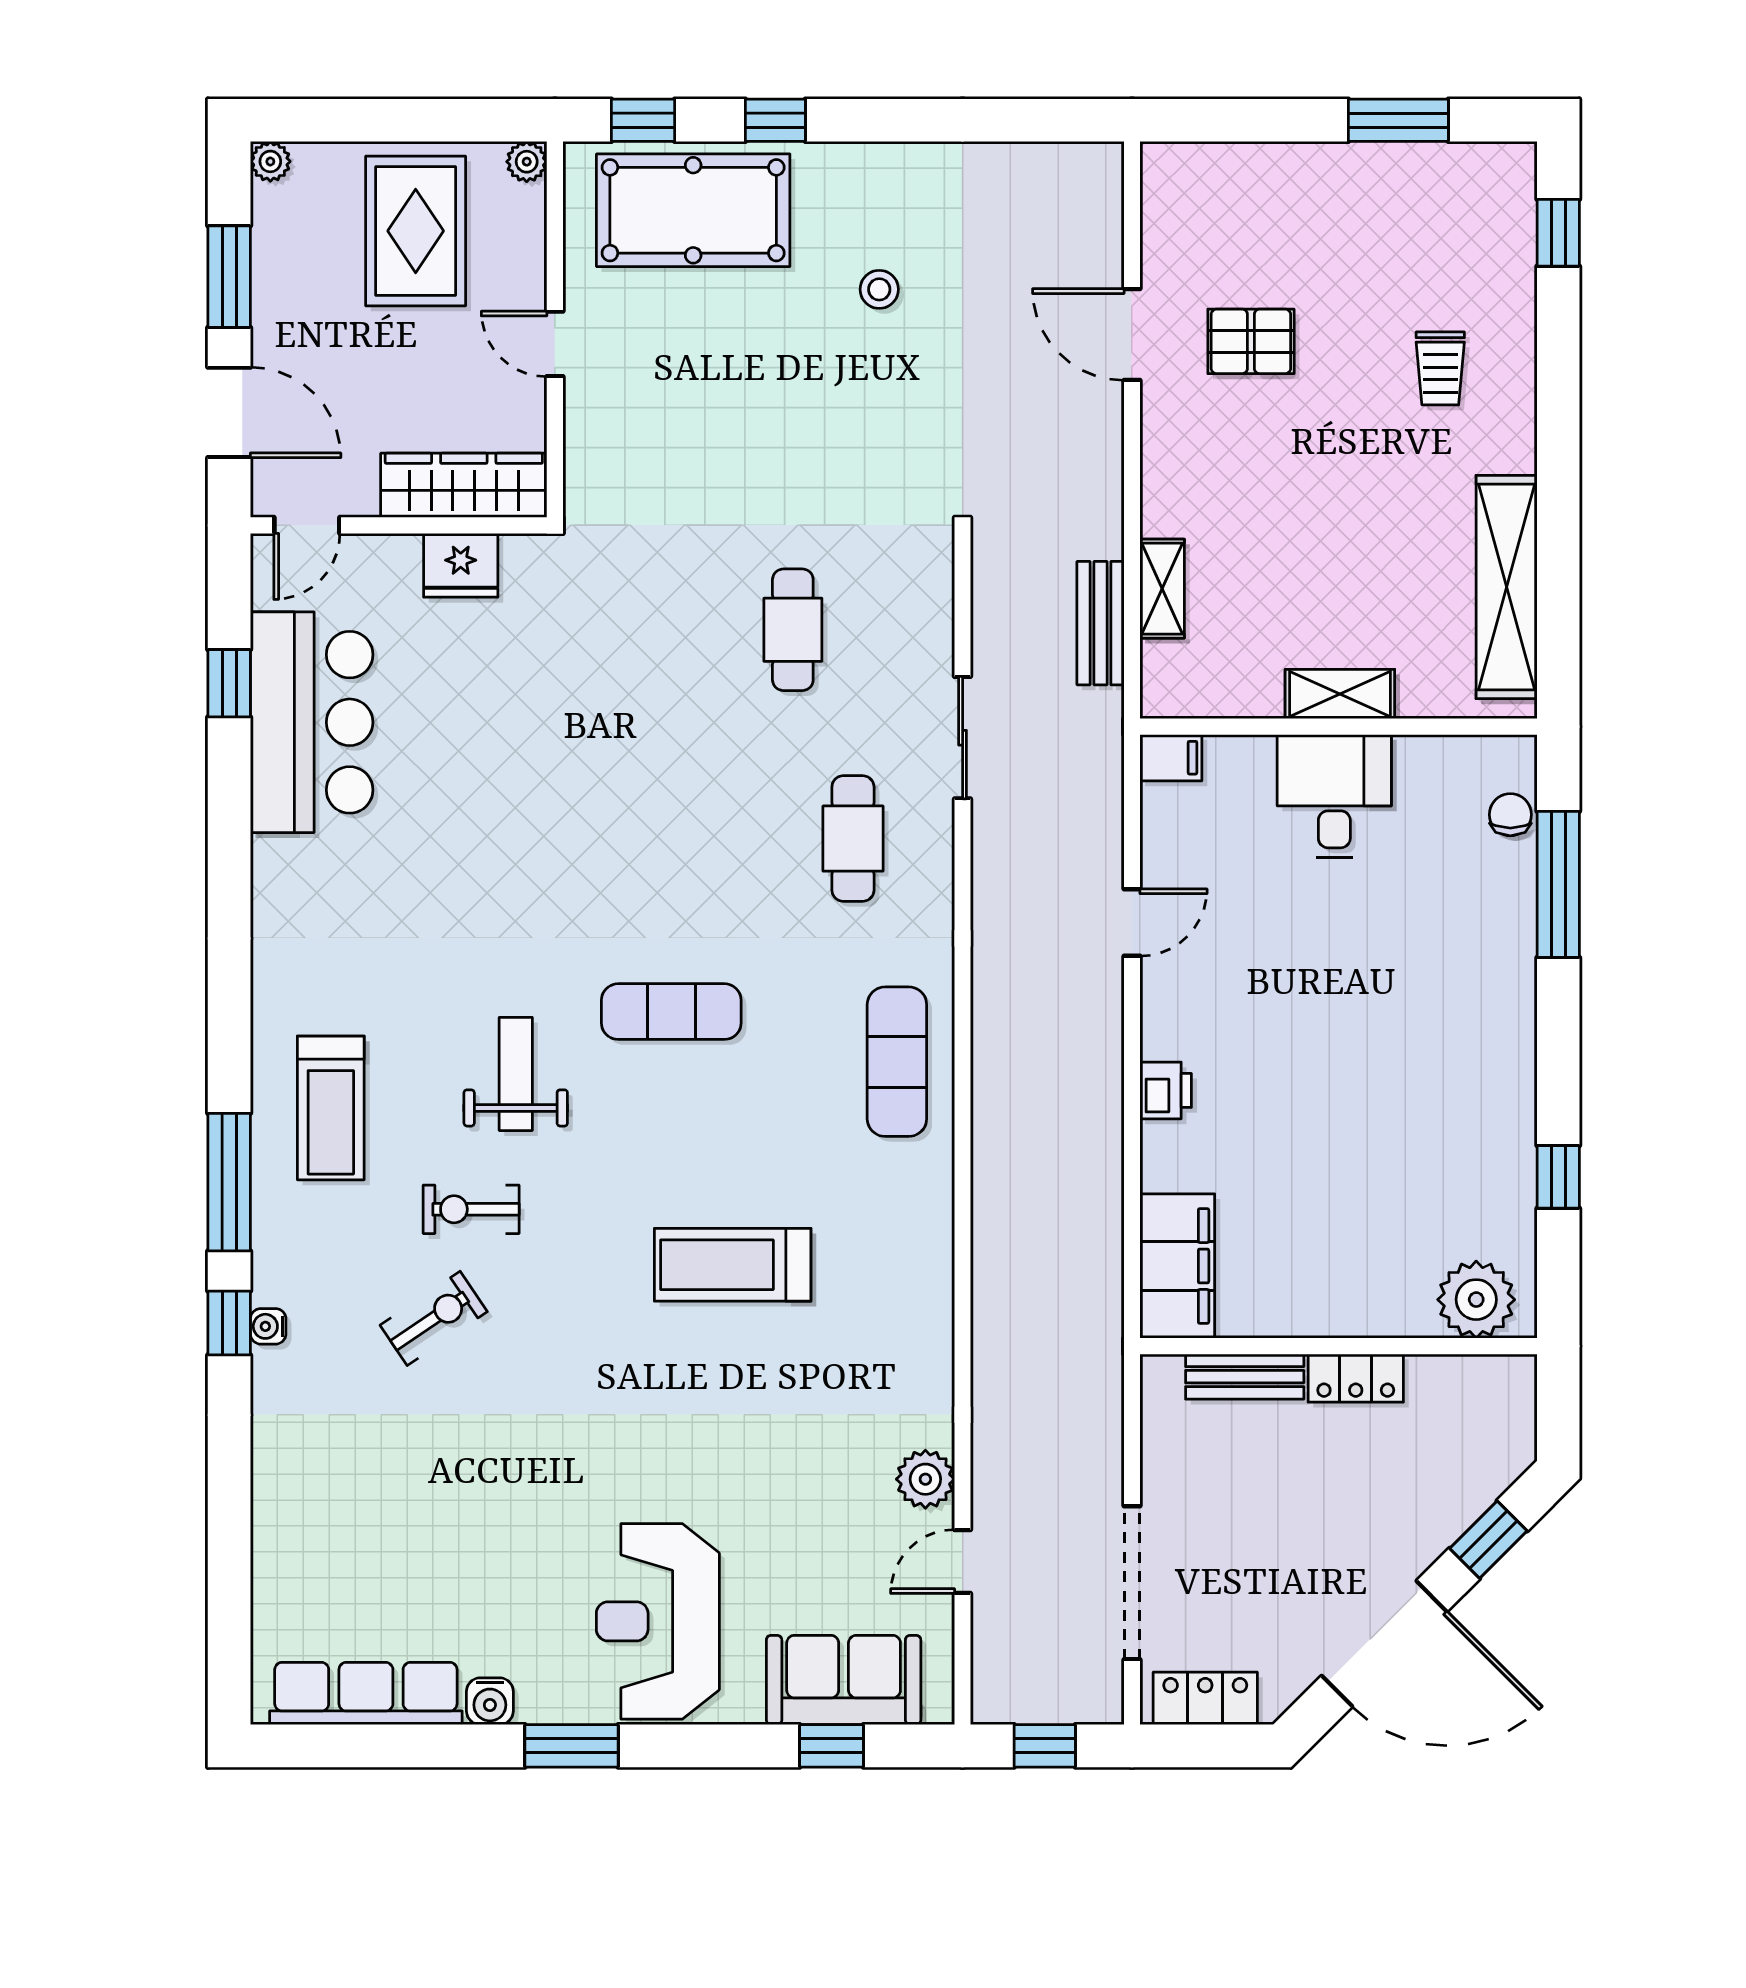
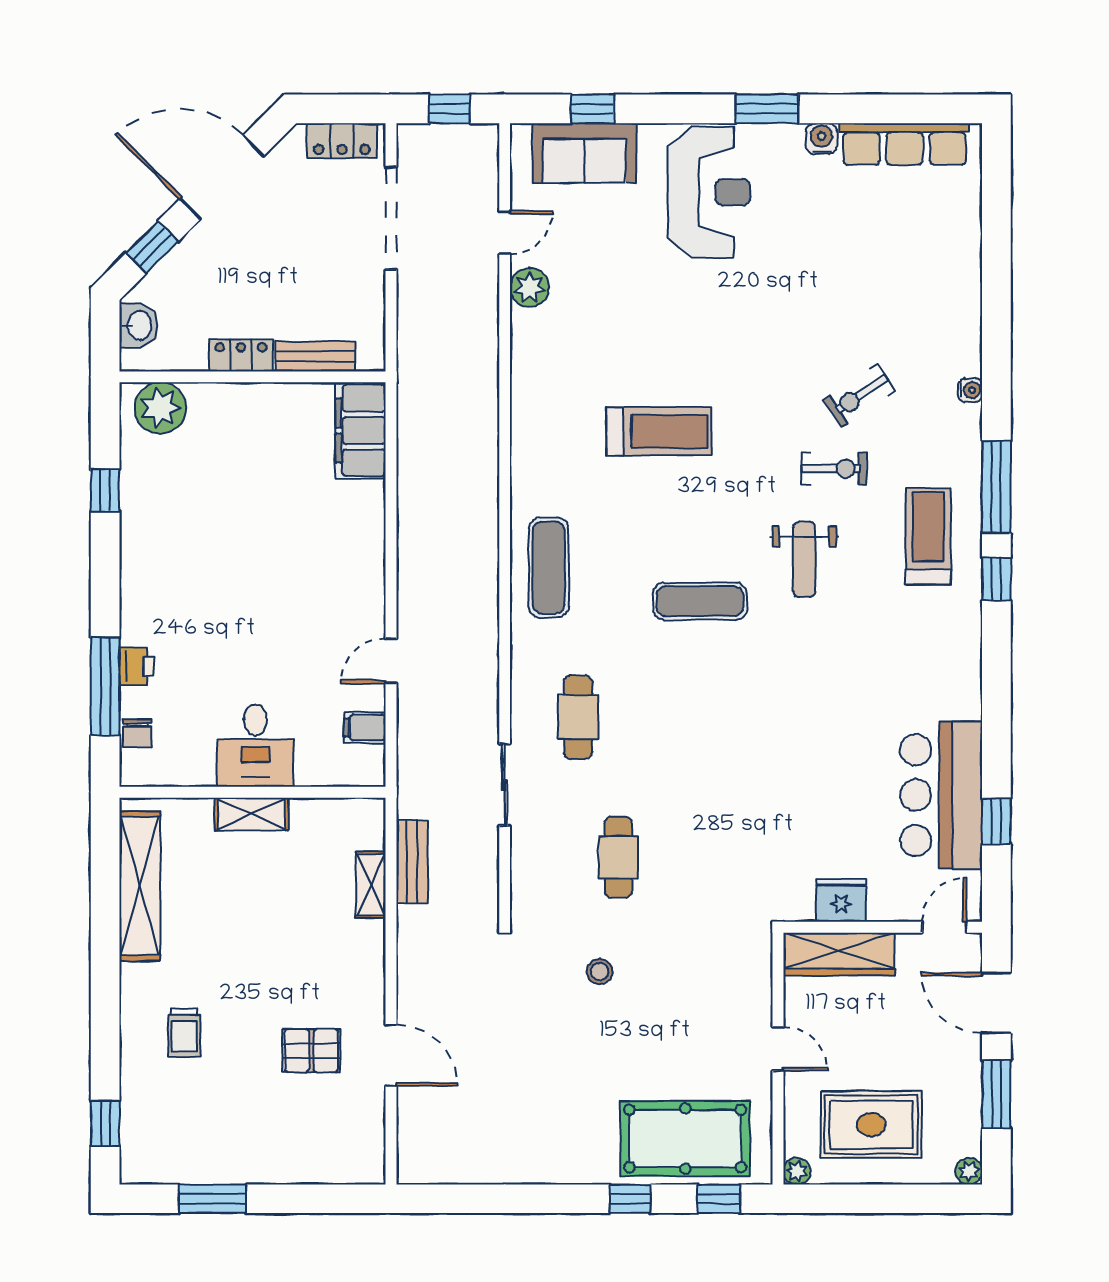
rug: (416, 231) -> (871, 1125), turned 90
stool: (879, 289) -> (600, 972), moved
trolley: (1440, 368) -> (184, 1032), turned 180
filing cabinet: (1171, 758) -> (365, 728), moved
printer: (1166, 1090) -> (137, 666), moved, turned 180
window: (229, 1323) -> (996, 579), moved
washbasin: (1509, 1423) -> (138, 326), added

